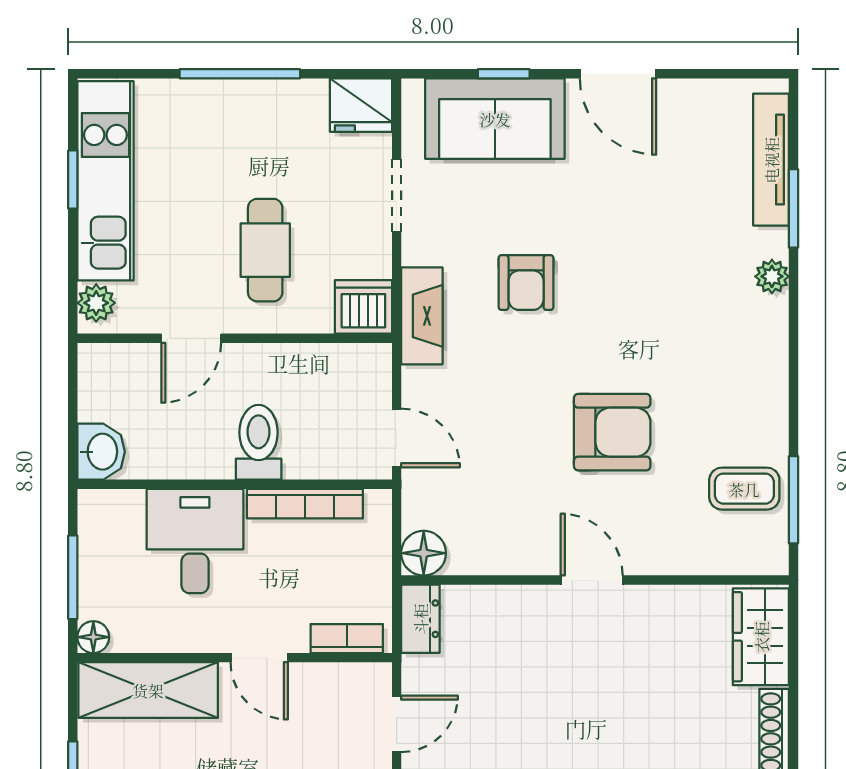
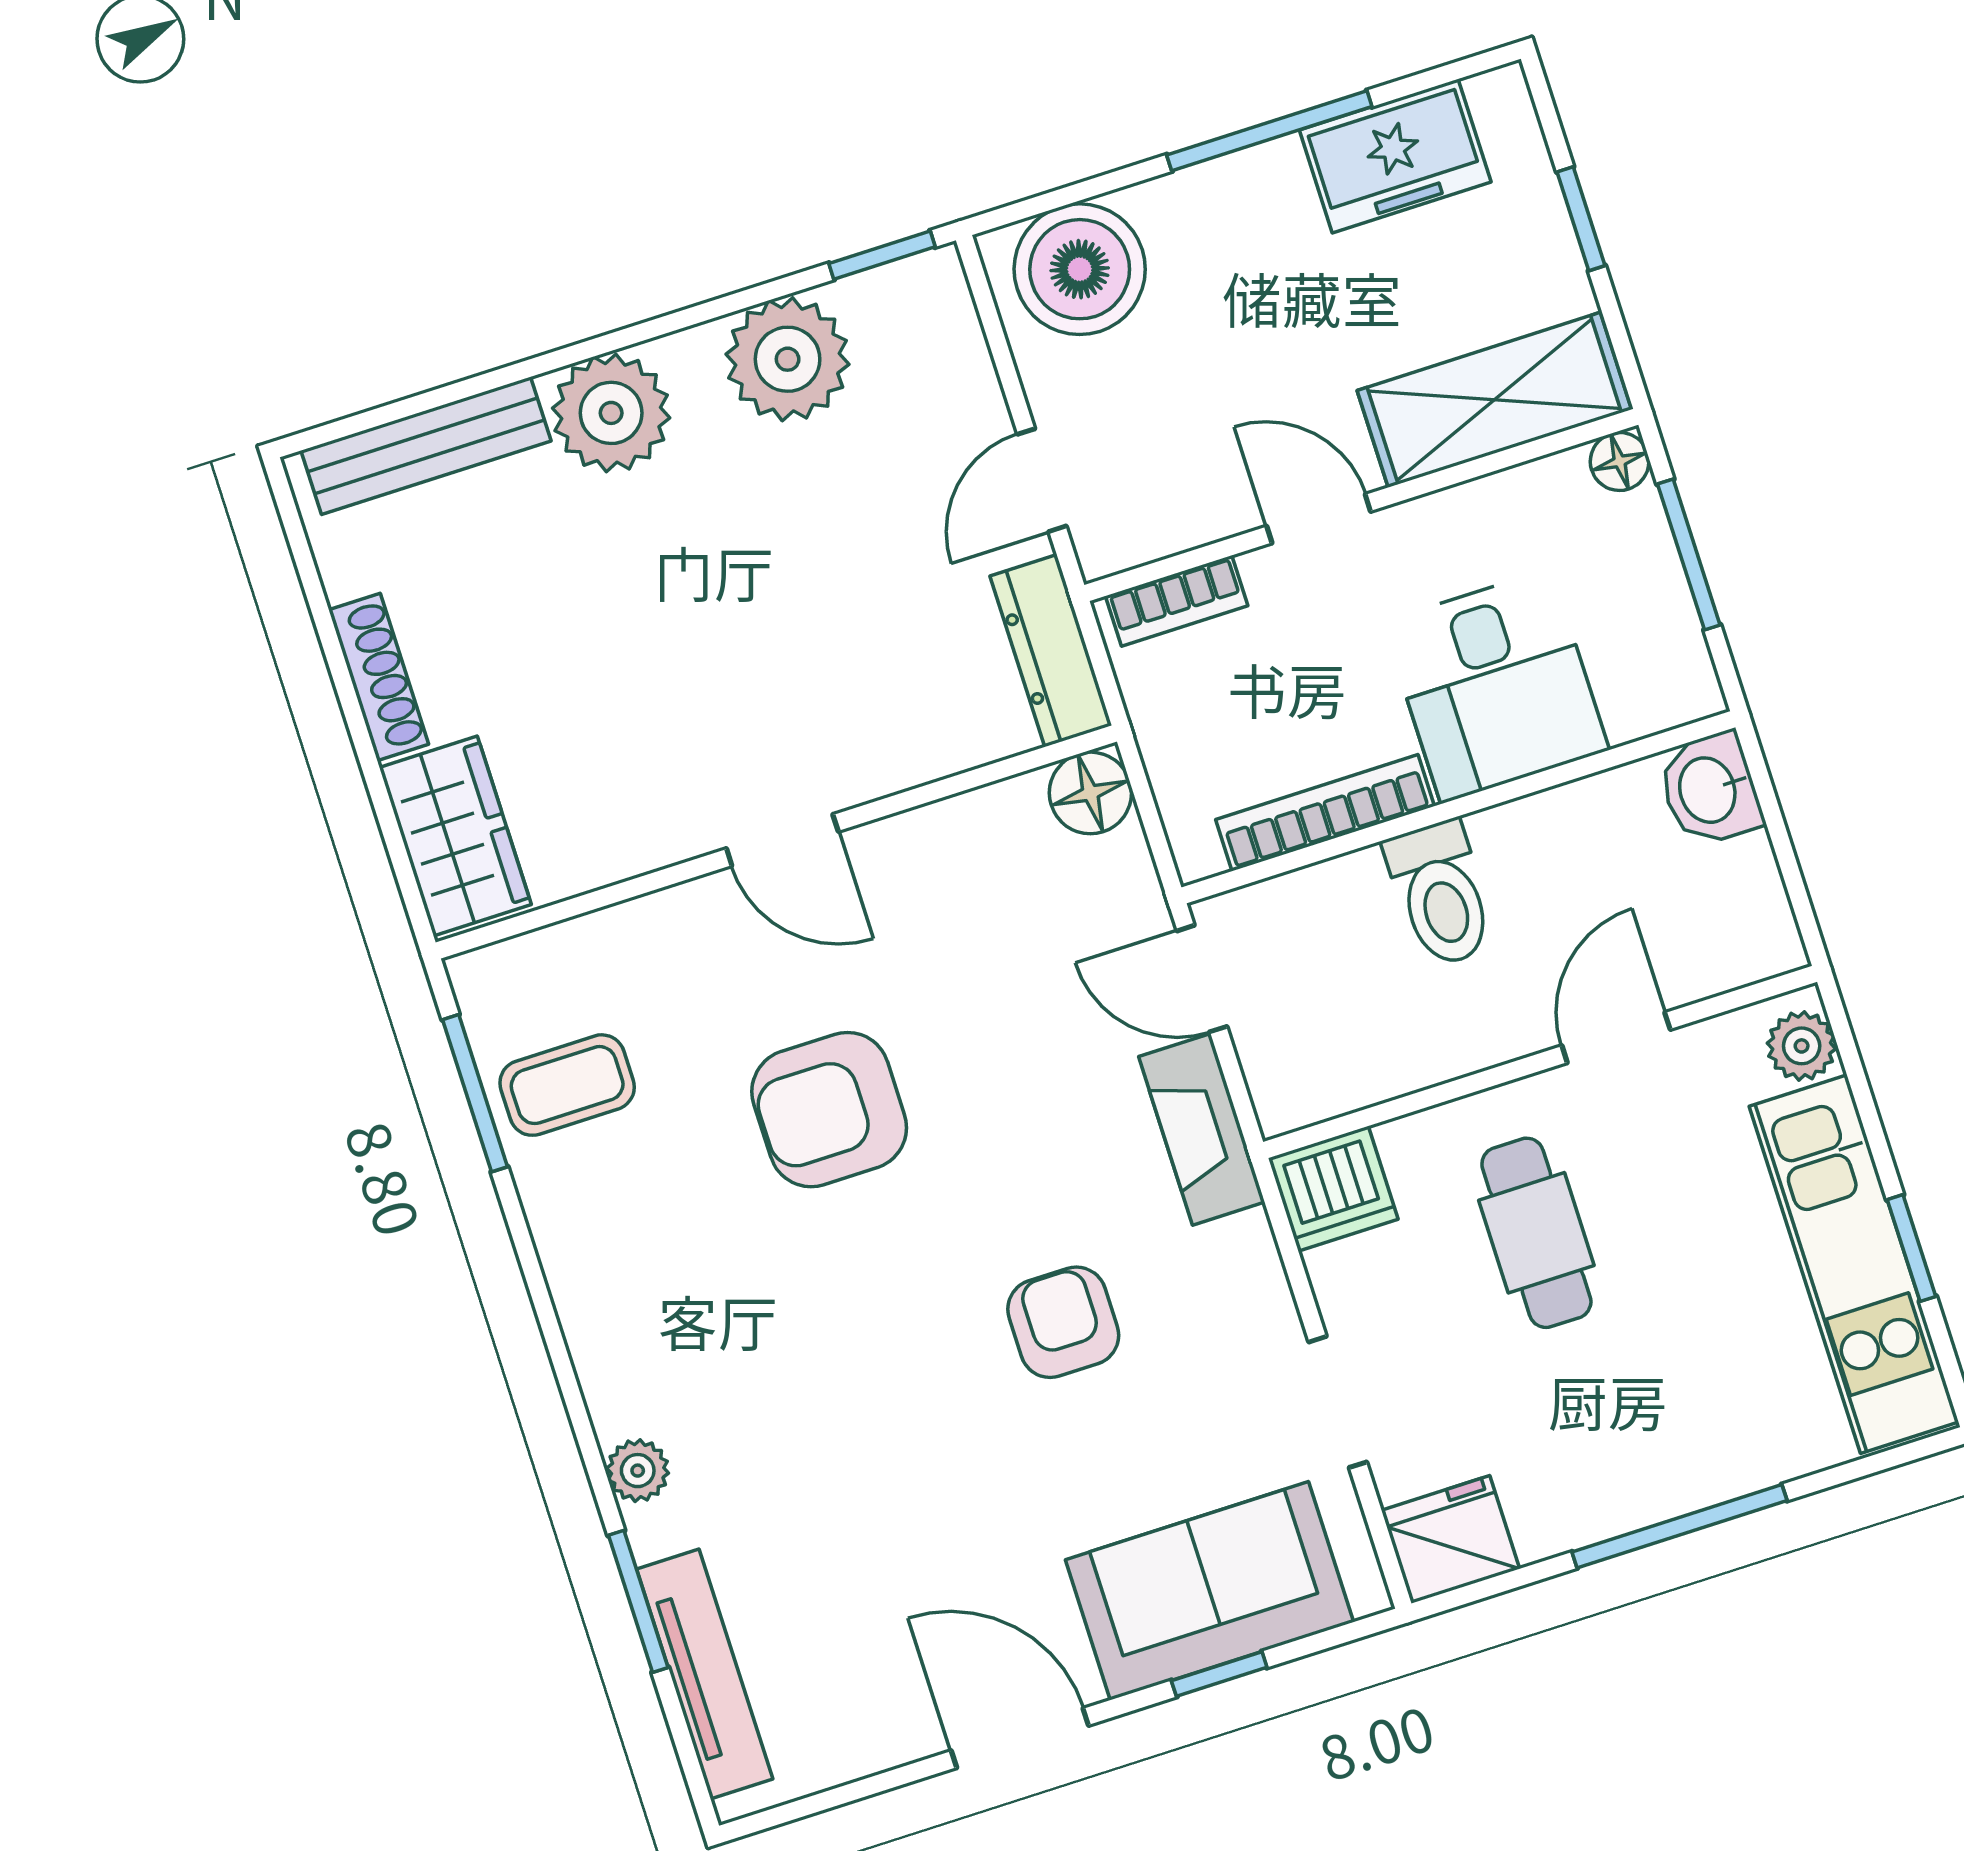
fireplace: (422, 316) -> (1202, 1129), moved
dresser: (420, 619) -> (1051, 651), width x1.44

